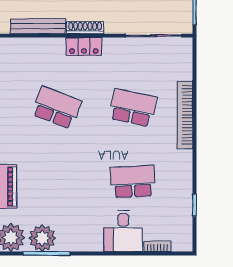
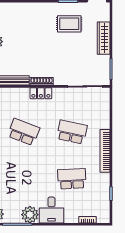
bookcase: (185, 115) -> (105, 151), moved
desk: (123, 231) -> (51, 210), moved
plant: (42, 238) -> (30, 215), moved

